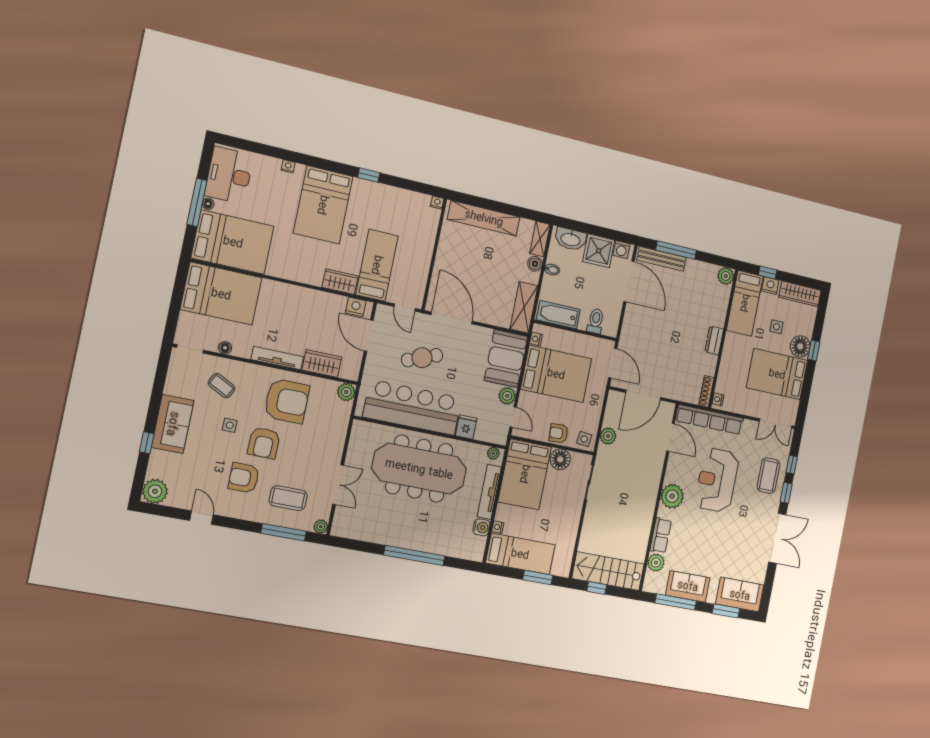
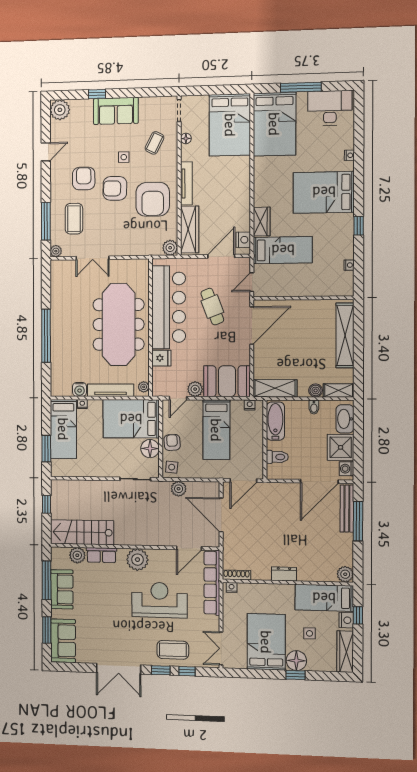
nightstand: (437, 203) -> (349, 265), moved
floor lamp: (208, 204) -> (302, 97), removed
wardrobe: (322, 364) -> (190, 230), width x1.50
bed: (556, 374) -> (216, 430), width x0.67
stairs: (608, 571) -> (82, 532), moved, turned -90

